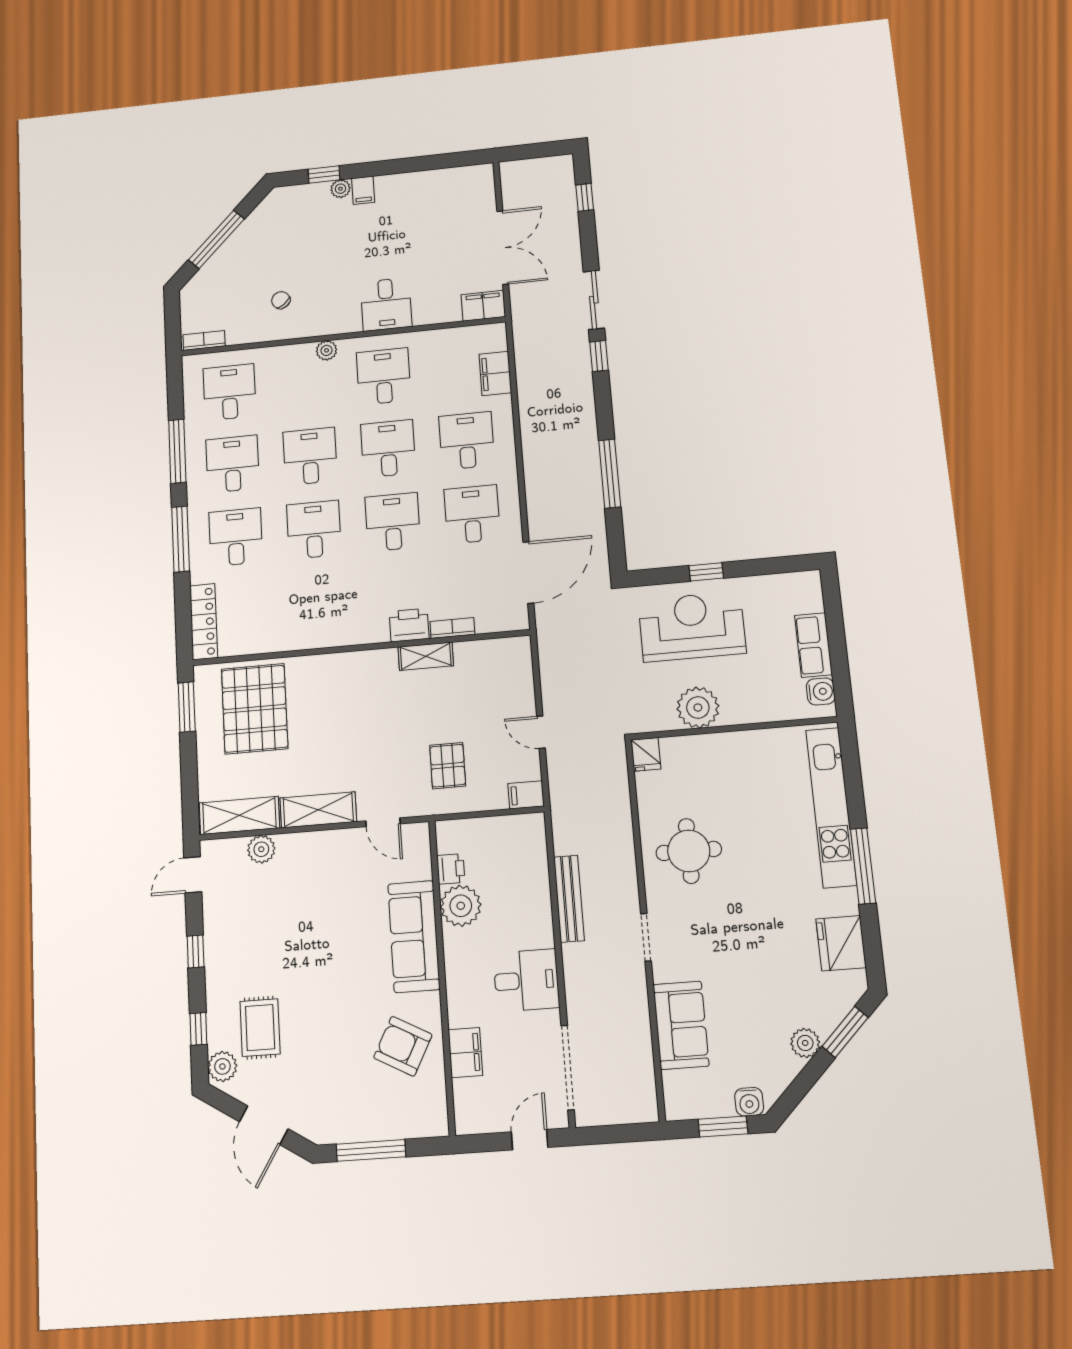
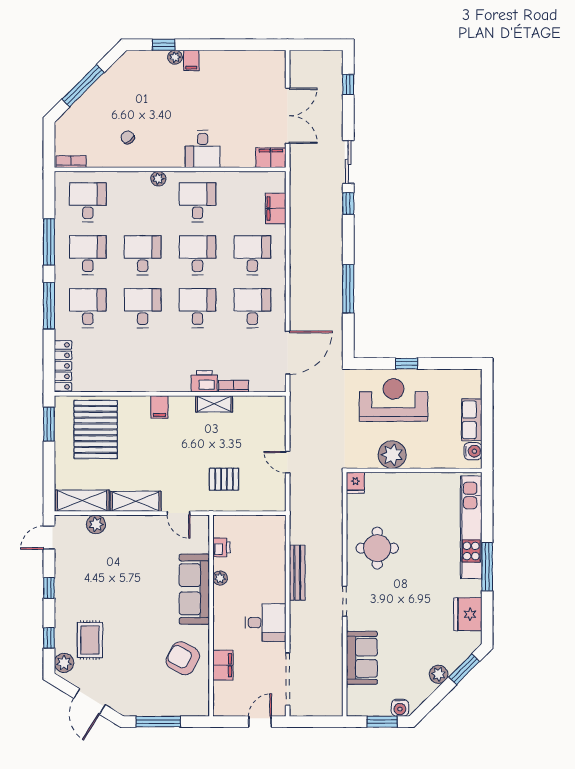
pallet: (448, 766) -> (224, 479), turned 90
filing cabinet: (526, 795) -> (159, 407), moved, turned -90
plant: (461, 906) -> (220, 578), width x0.53, depth x0.53

